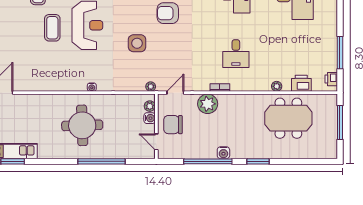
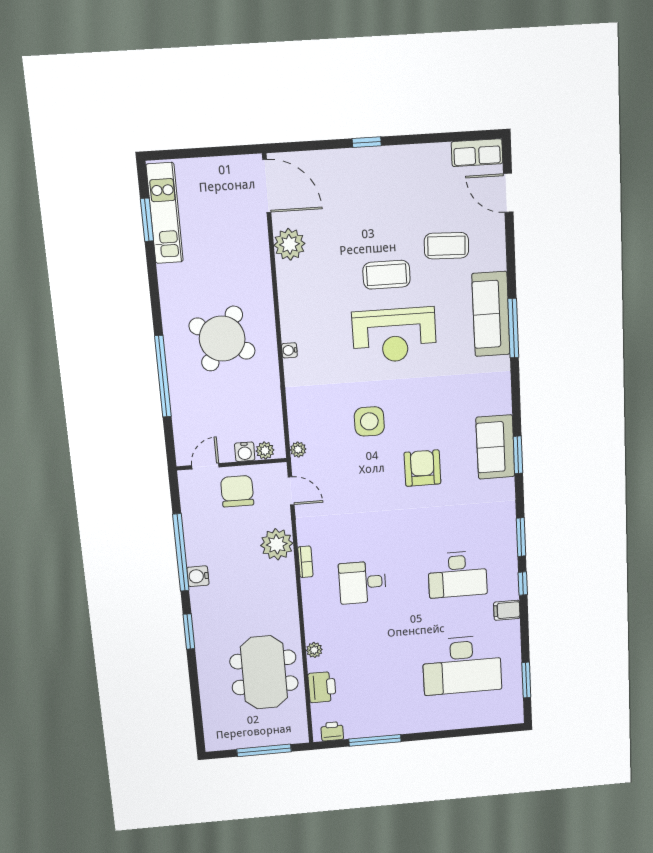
plant: (31, 82) -> (289, 244), added
round table: (82, 125) -> (222, 339), turned 33

